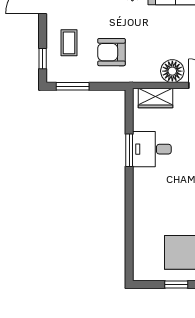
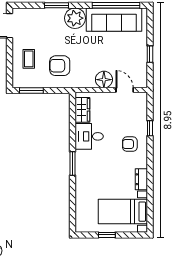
window: (43, 59) -> (10, 70), removed
wardrobe: (156, 98) -> (82, 110), moved, turned -90
window: (129, 150) -> (73, 164), moved

